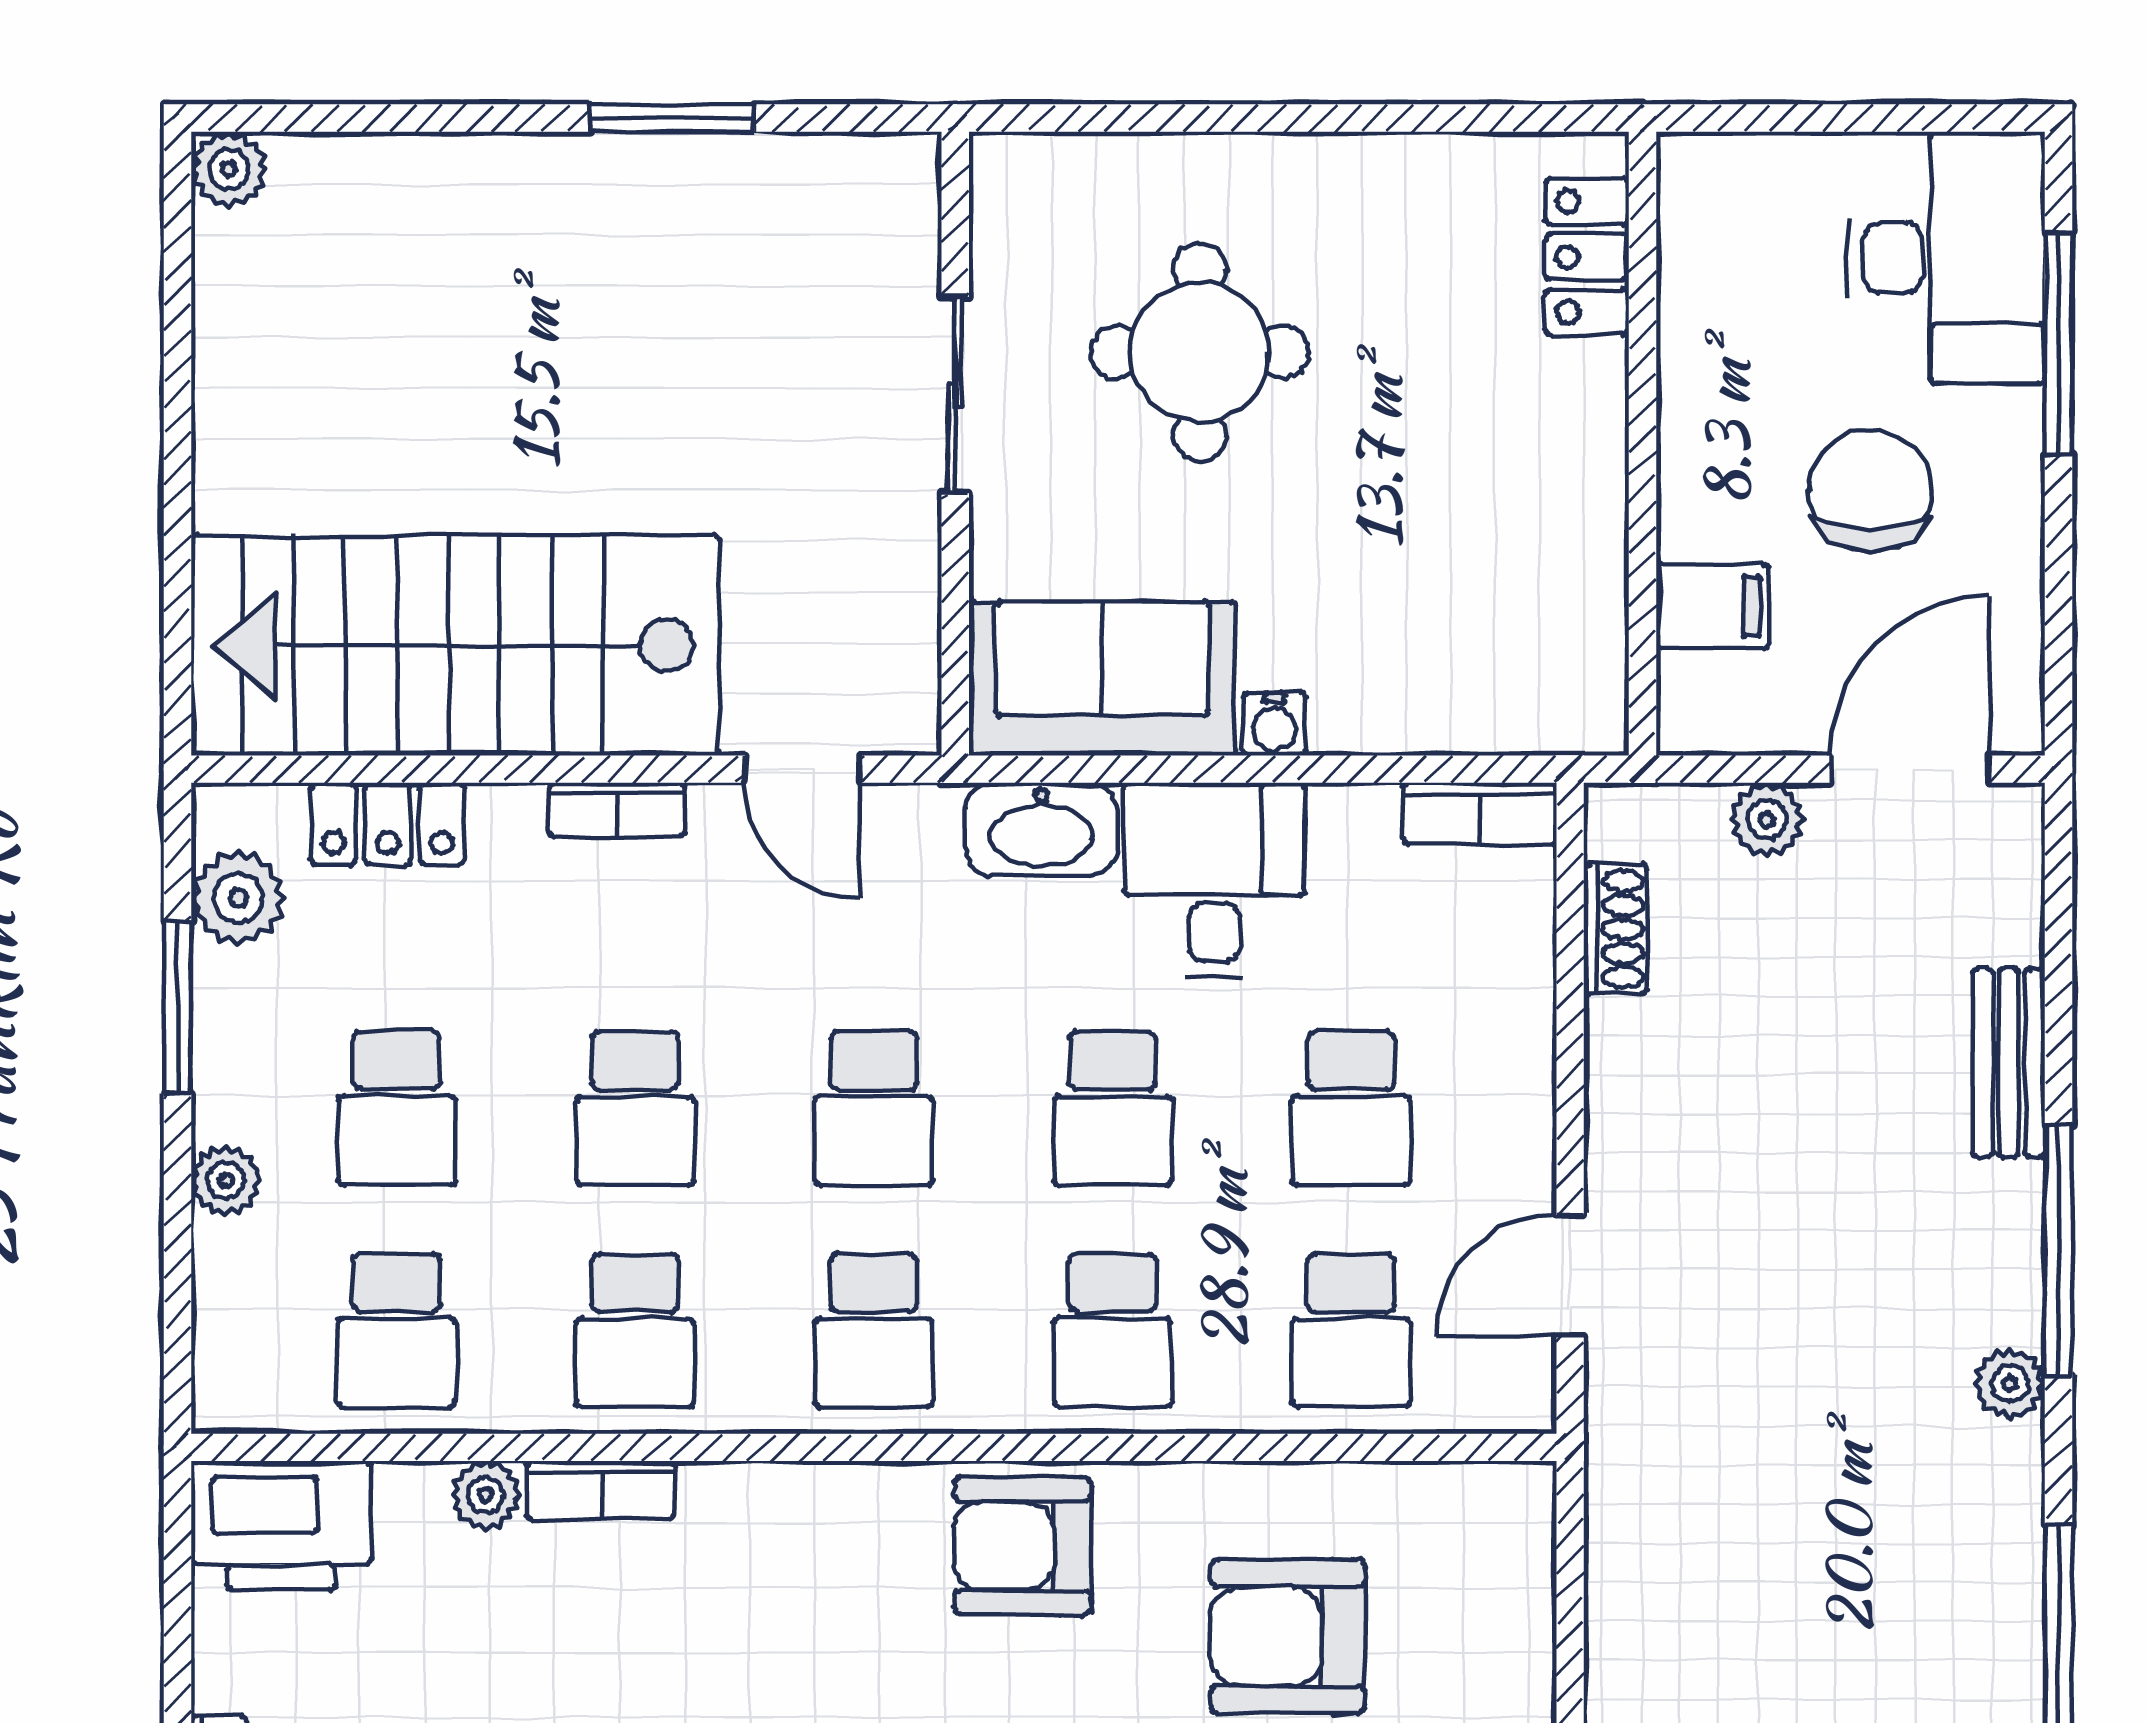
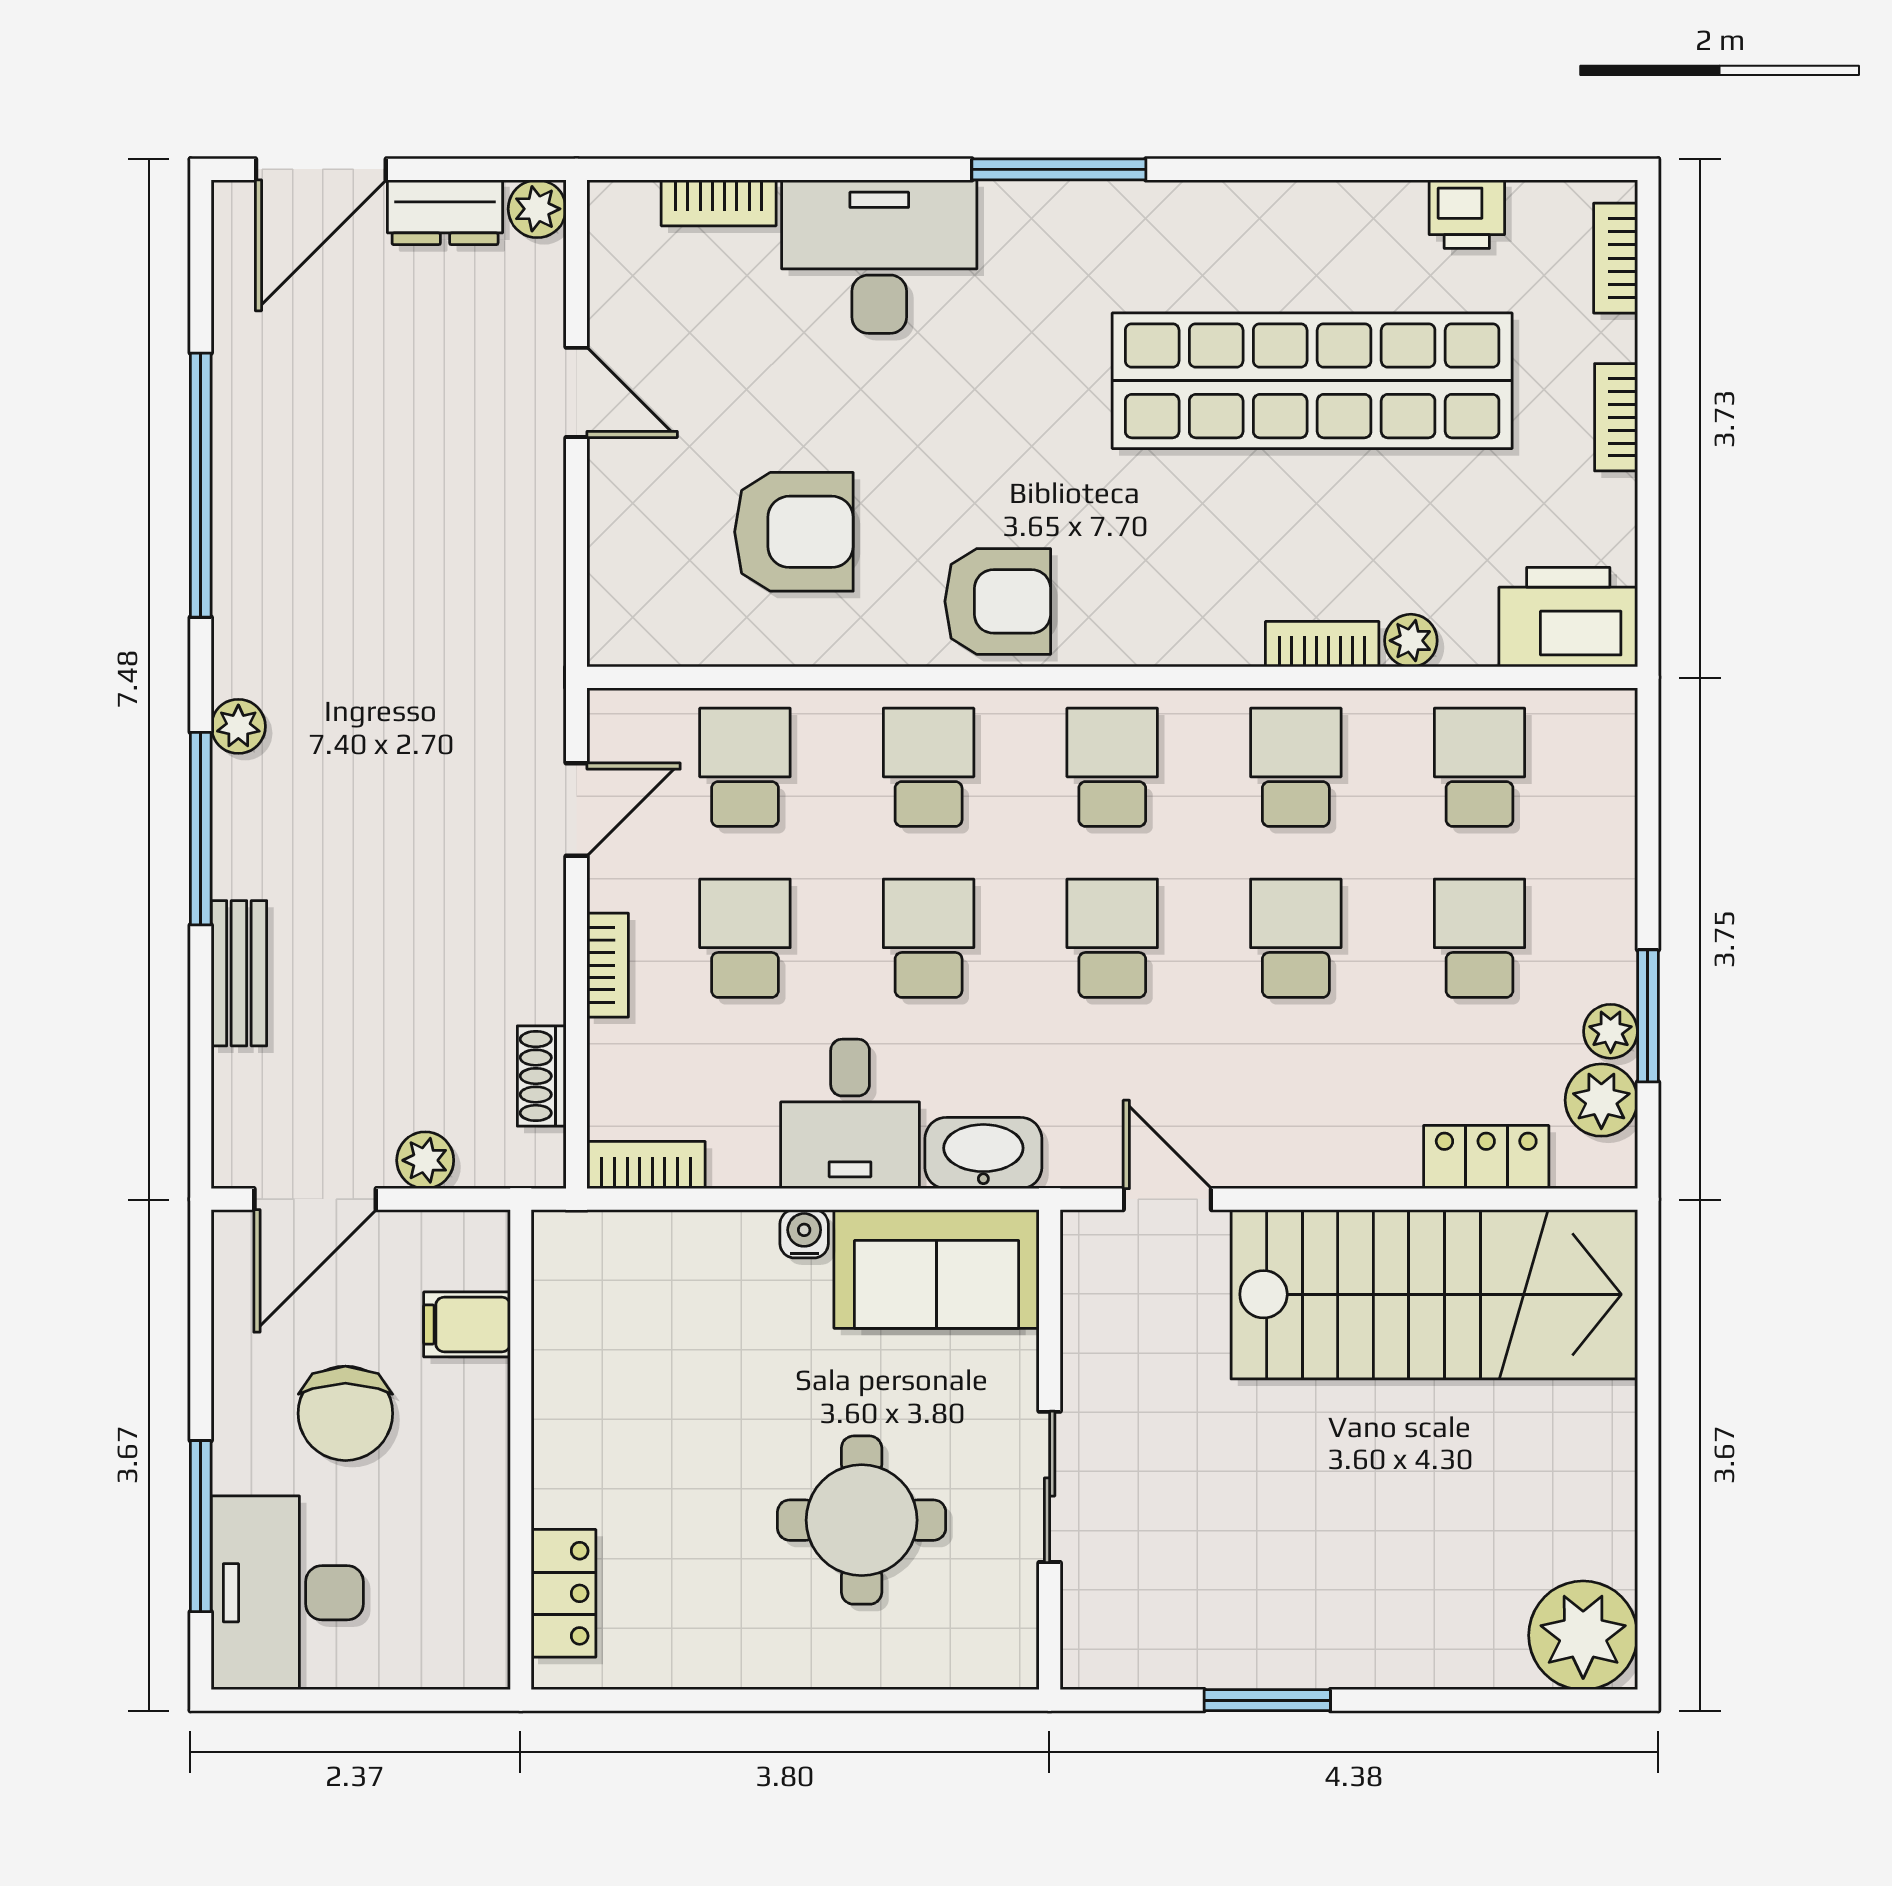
plant: (229, 169) -> (1583, 1635), width x1.88, depth x1.88
bookcase: (617, 810) -> (608, 965), moved, turned 90
plant: (226, 1181) -> (1611, 1031), moved

